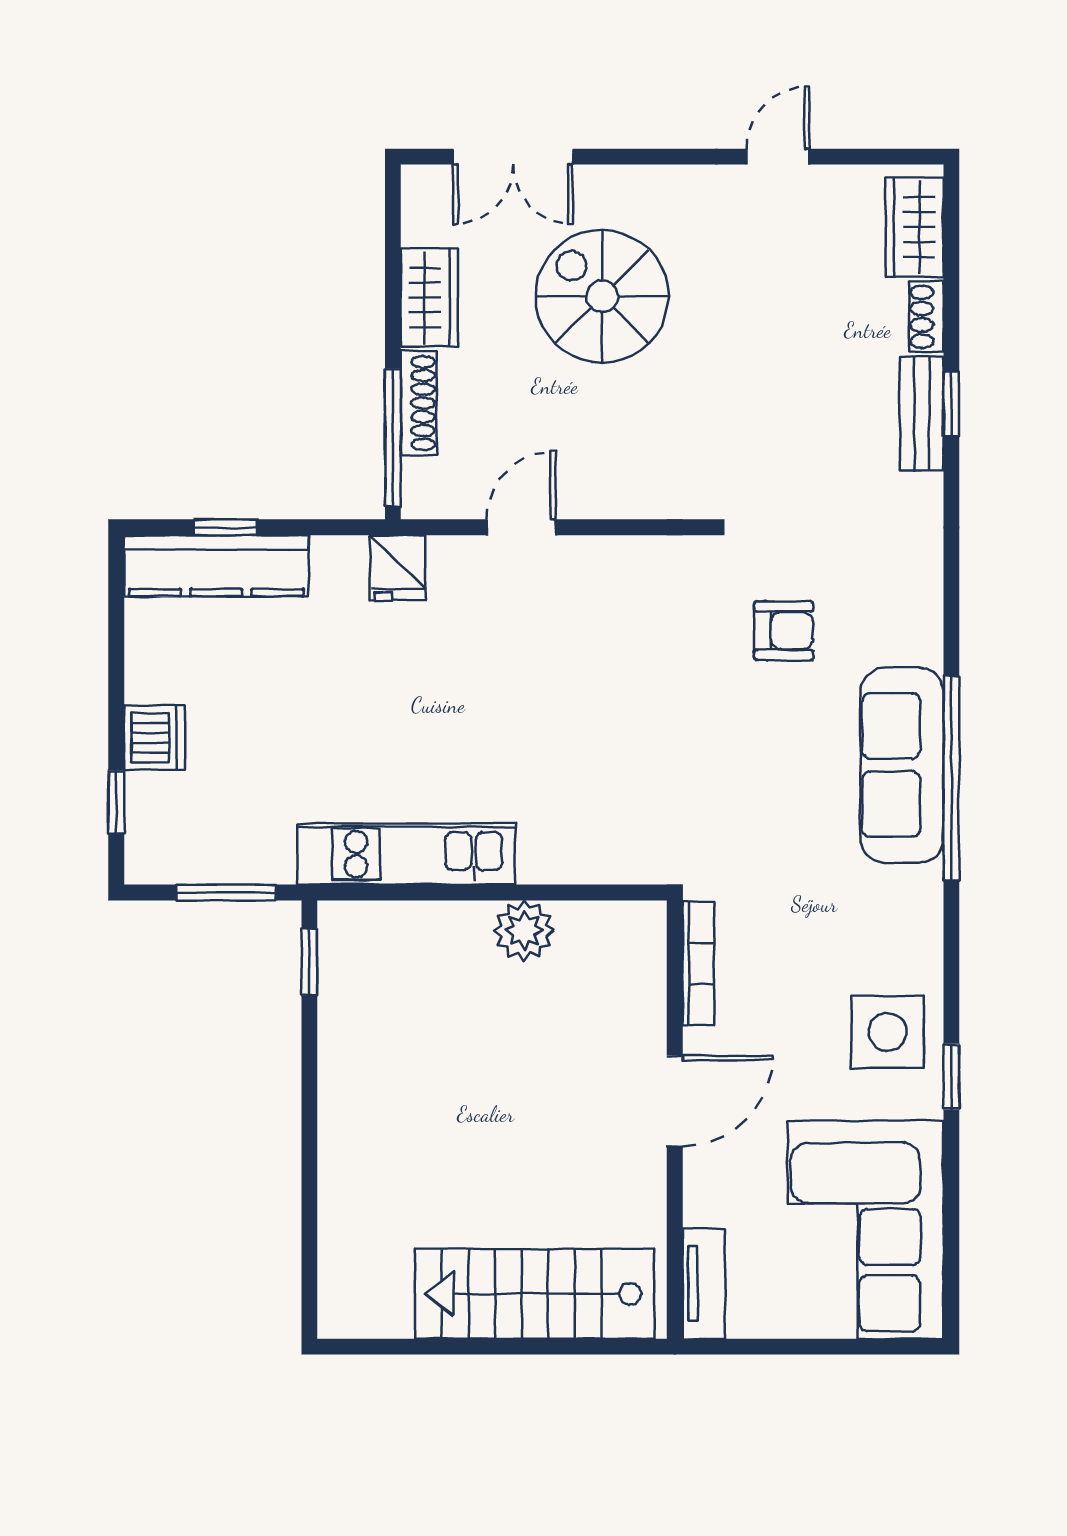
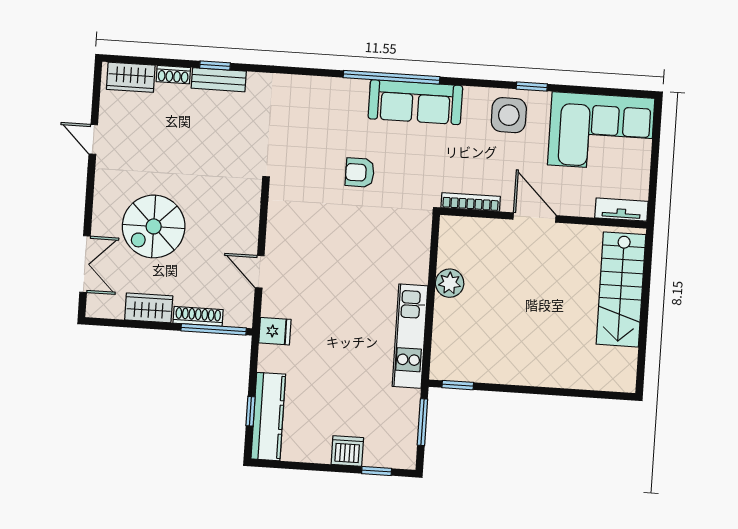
armchair: (784, 631) -> (360, 173), moved, turned -90
sofa: (902, 765) -> (415, 102), moved

